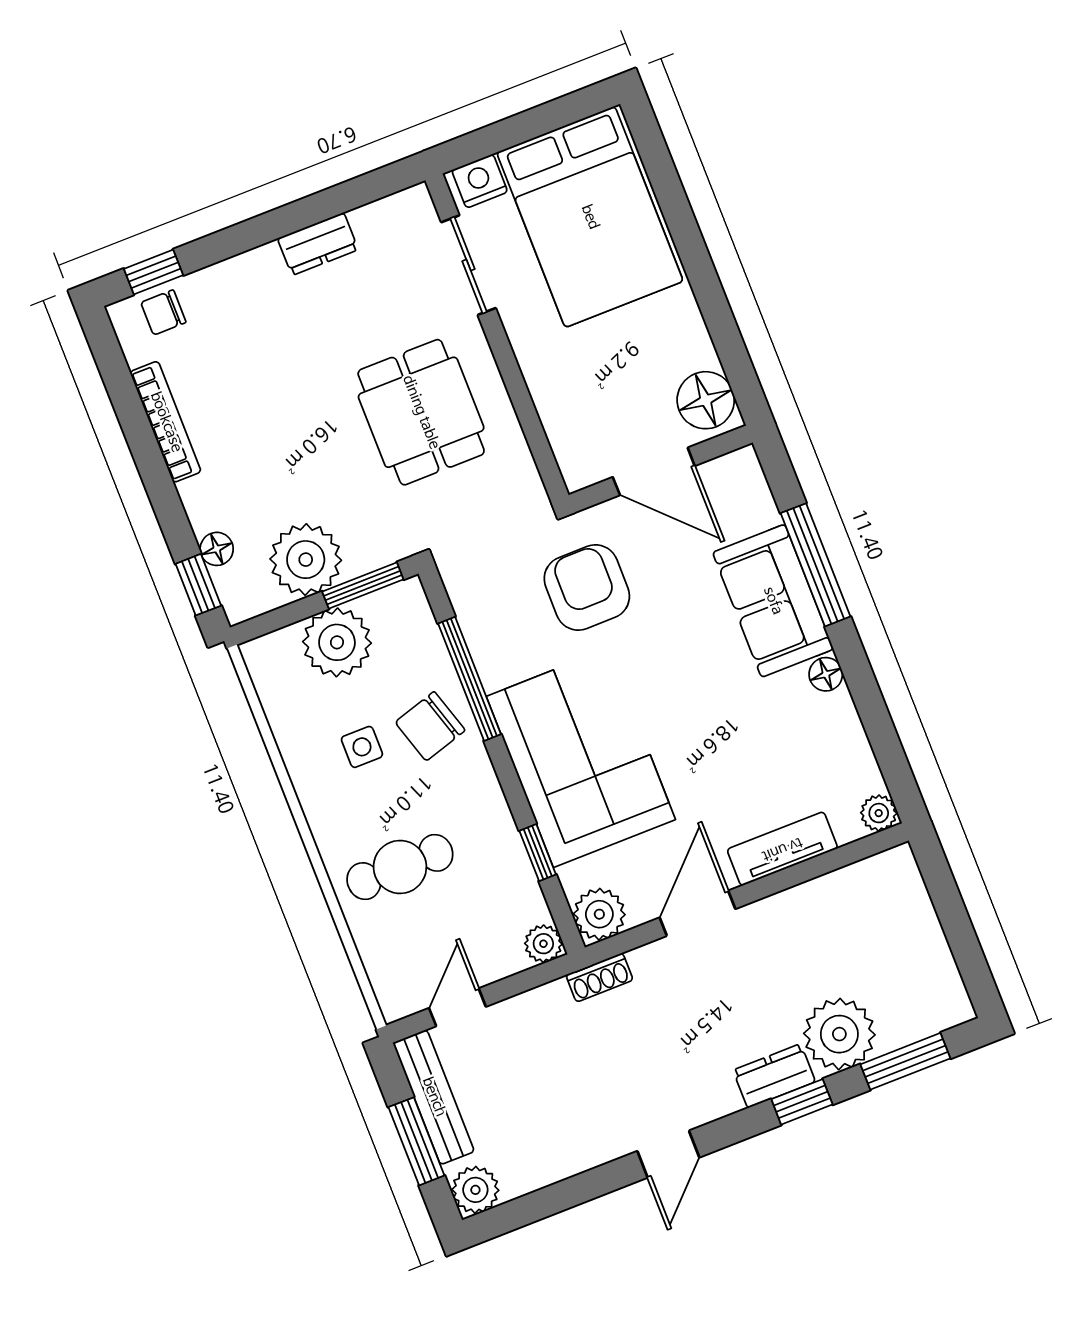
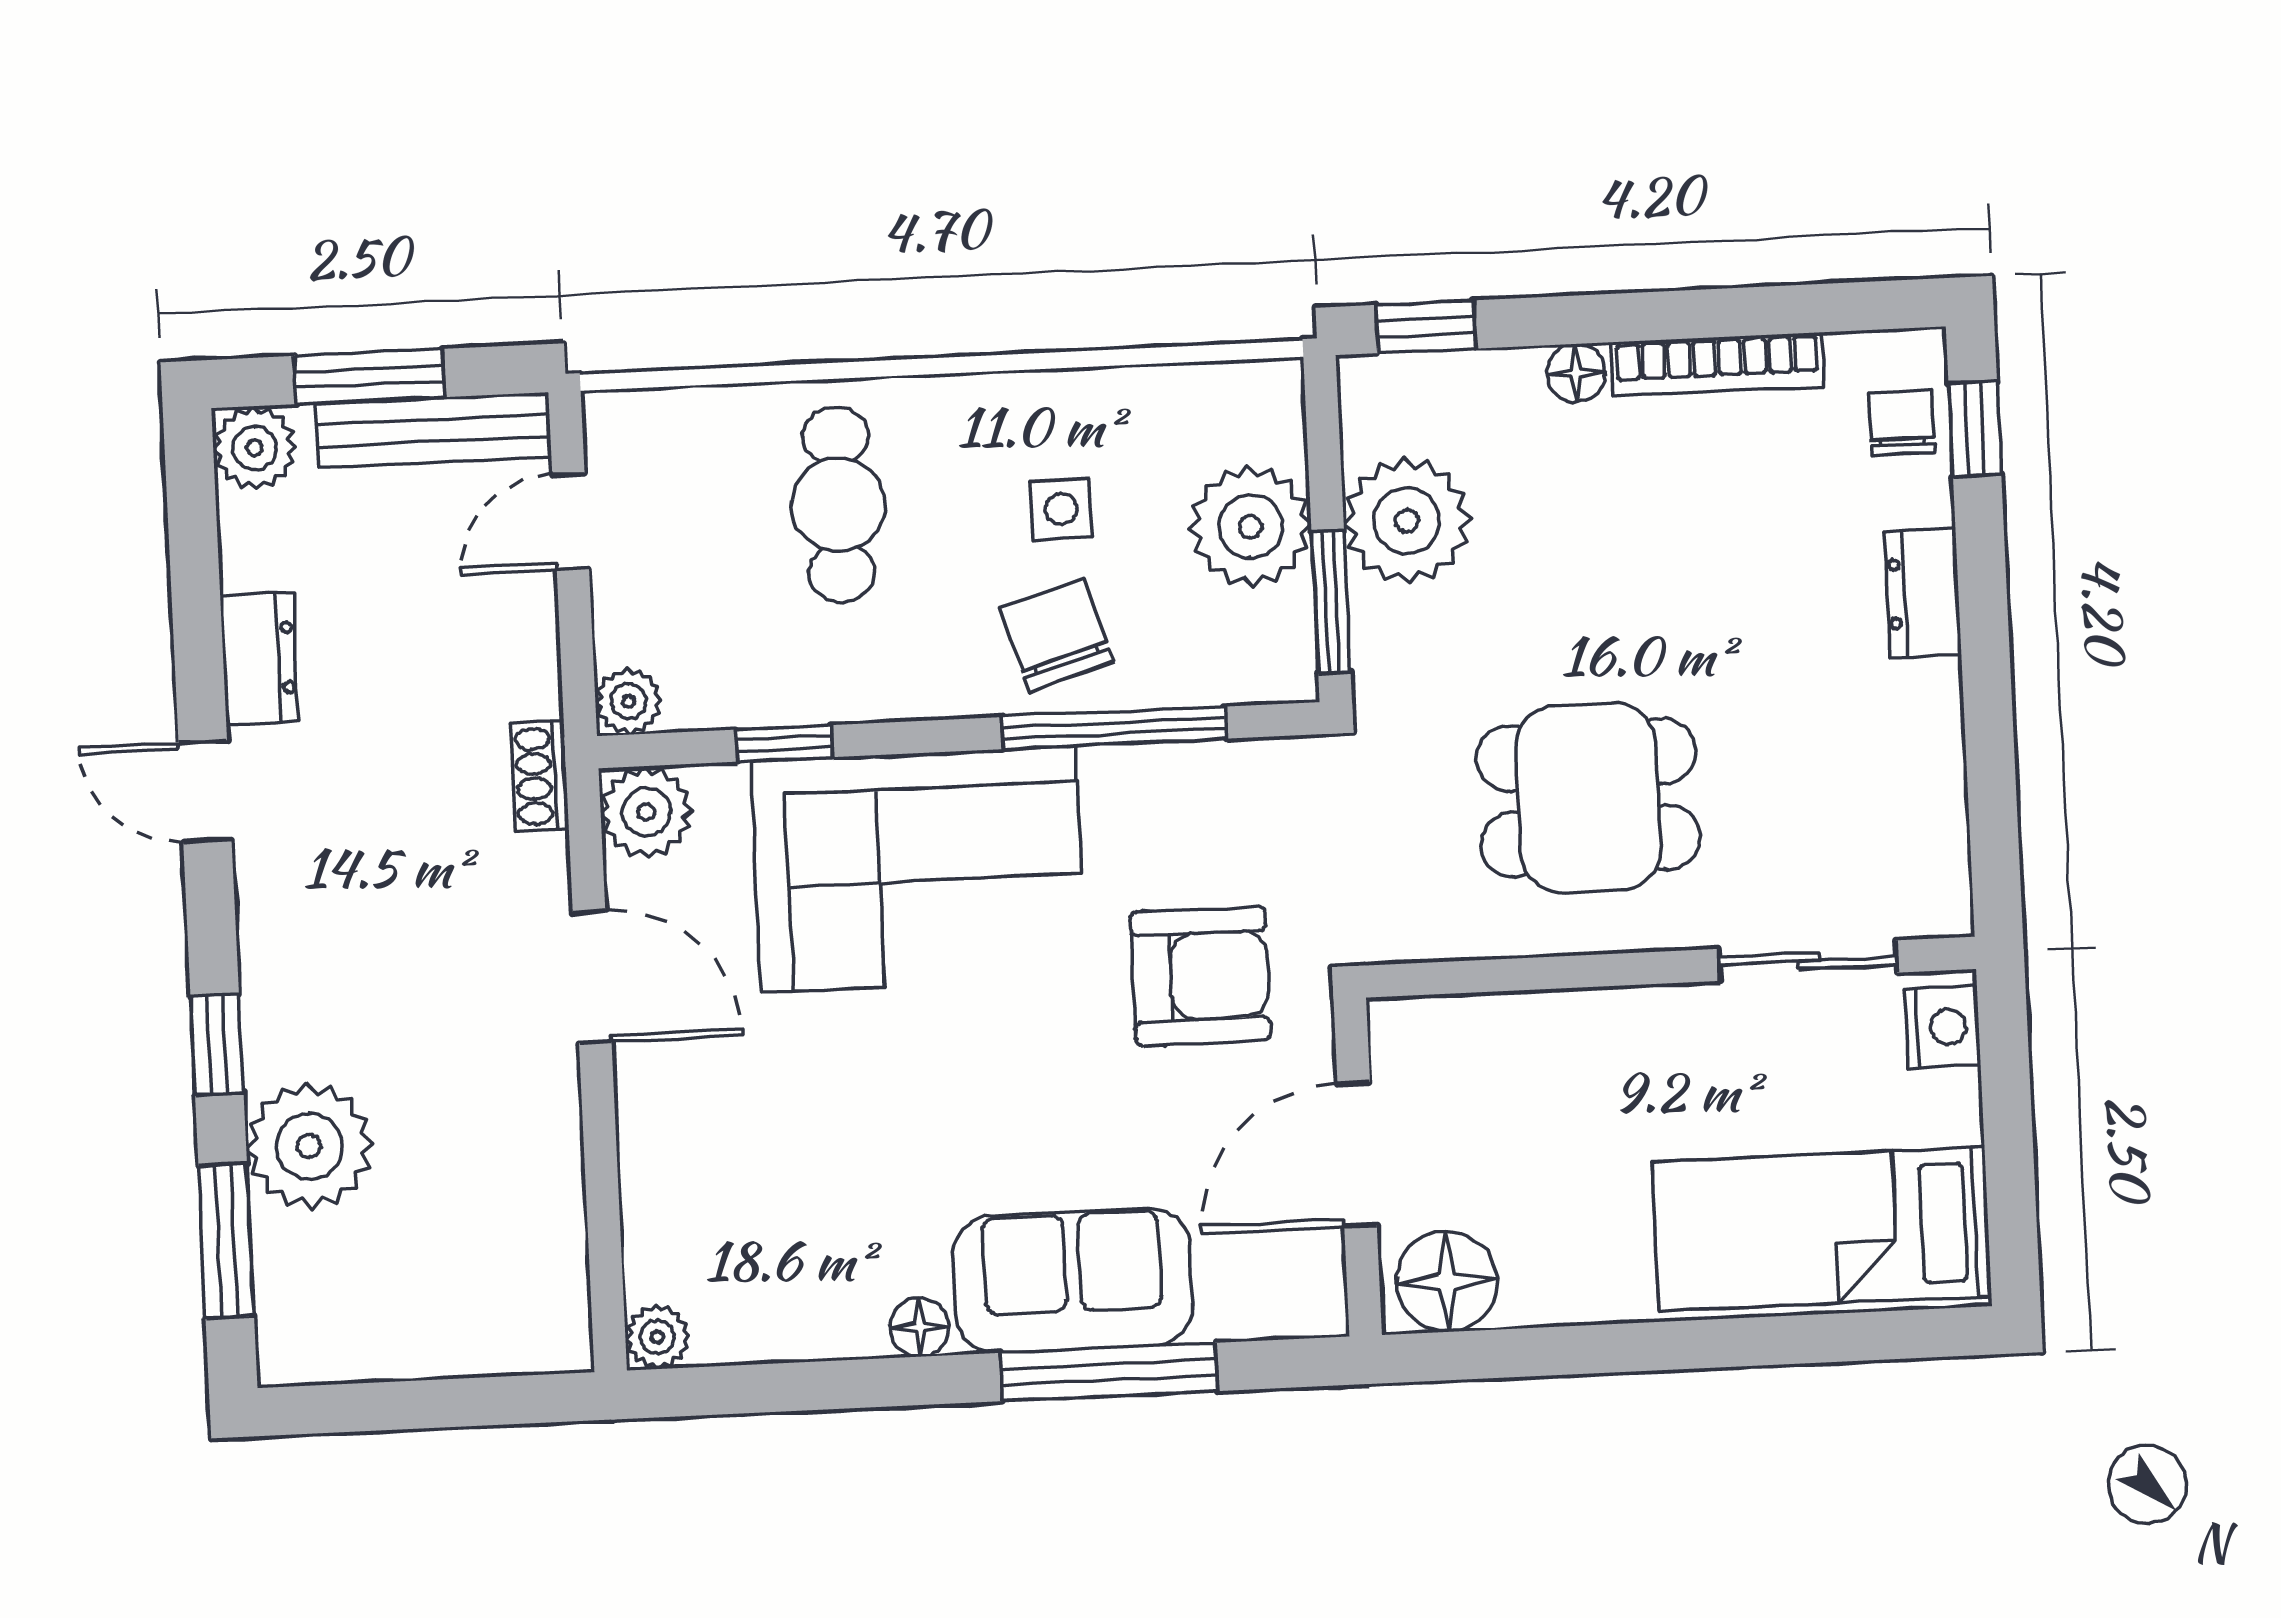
bed: (590, 217) -> (1822, 1229), width x0.67
dresser: (318, 244) -> (1923, 593), moved
floor lamp: (217, 549) -> (1576, 373), moved
tv unit: (782, 849) -> (652, 1156), removed
door: (457, 1007) -> (571, 521), swing flipped
dresser: (774, 1076) -> (259, 659), moved

